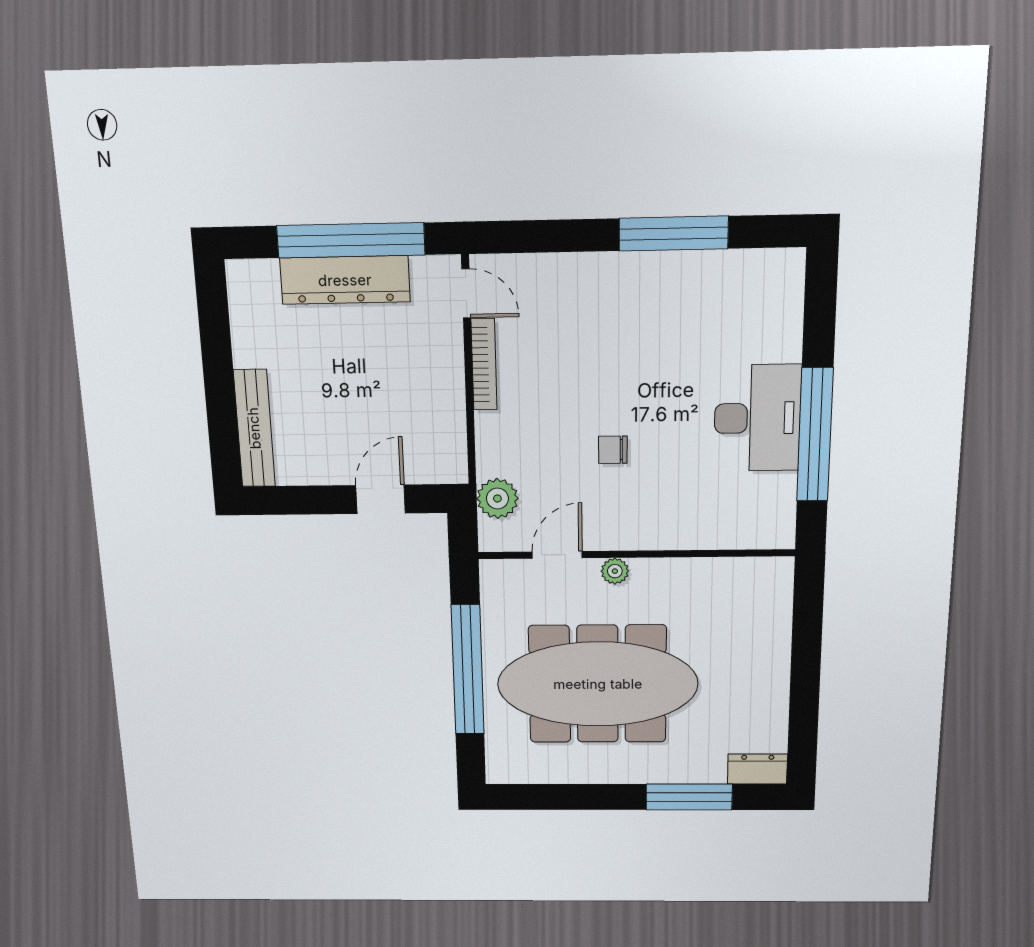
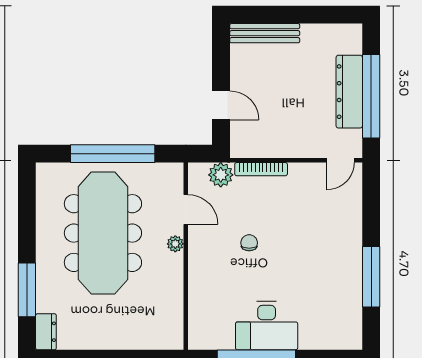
bookcase: (484, 364) -> (261, 169), moved

